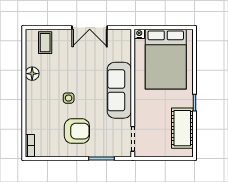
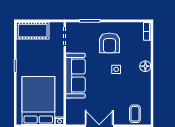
floor lamp: (32, 74) -> (145, 66), moved
cot: (182, 128) -> (33, 31), moved, turned 90
armchair: (77, 131) -> (109, 43), turned -90

